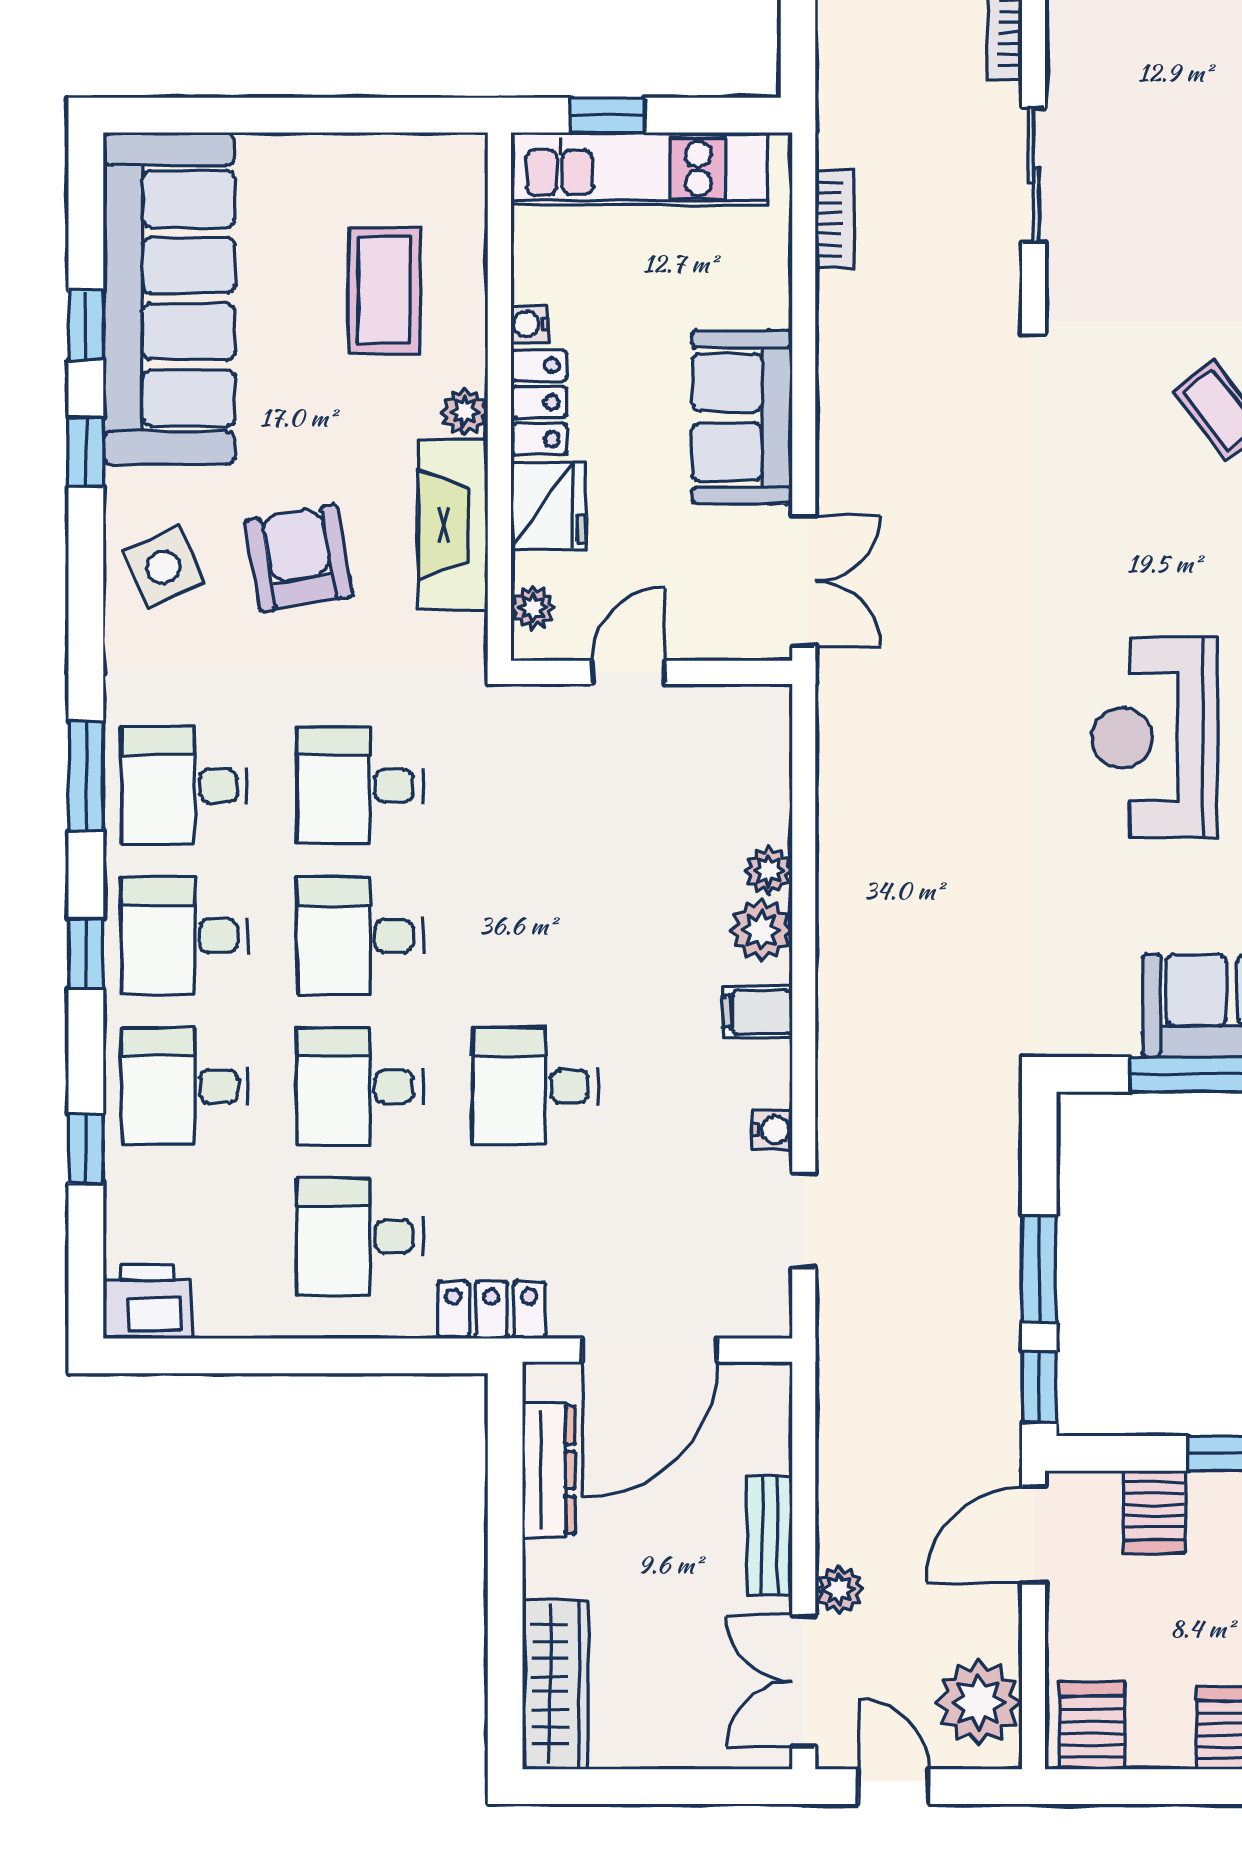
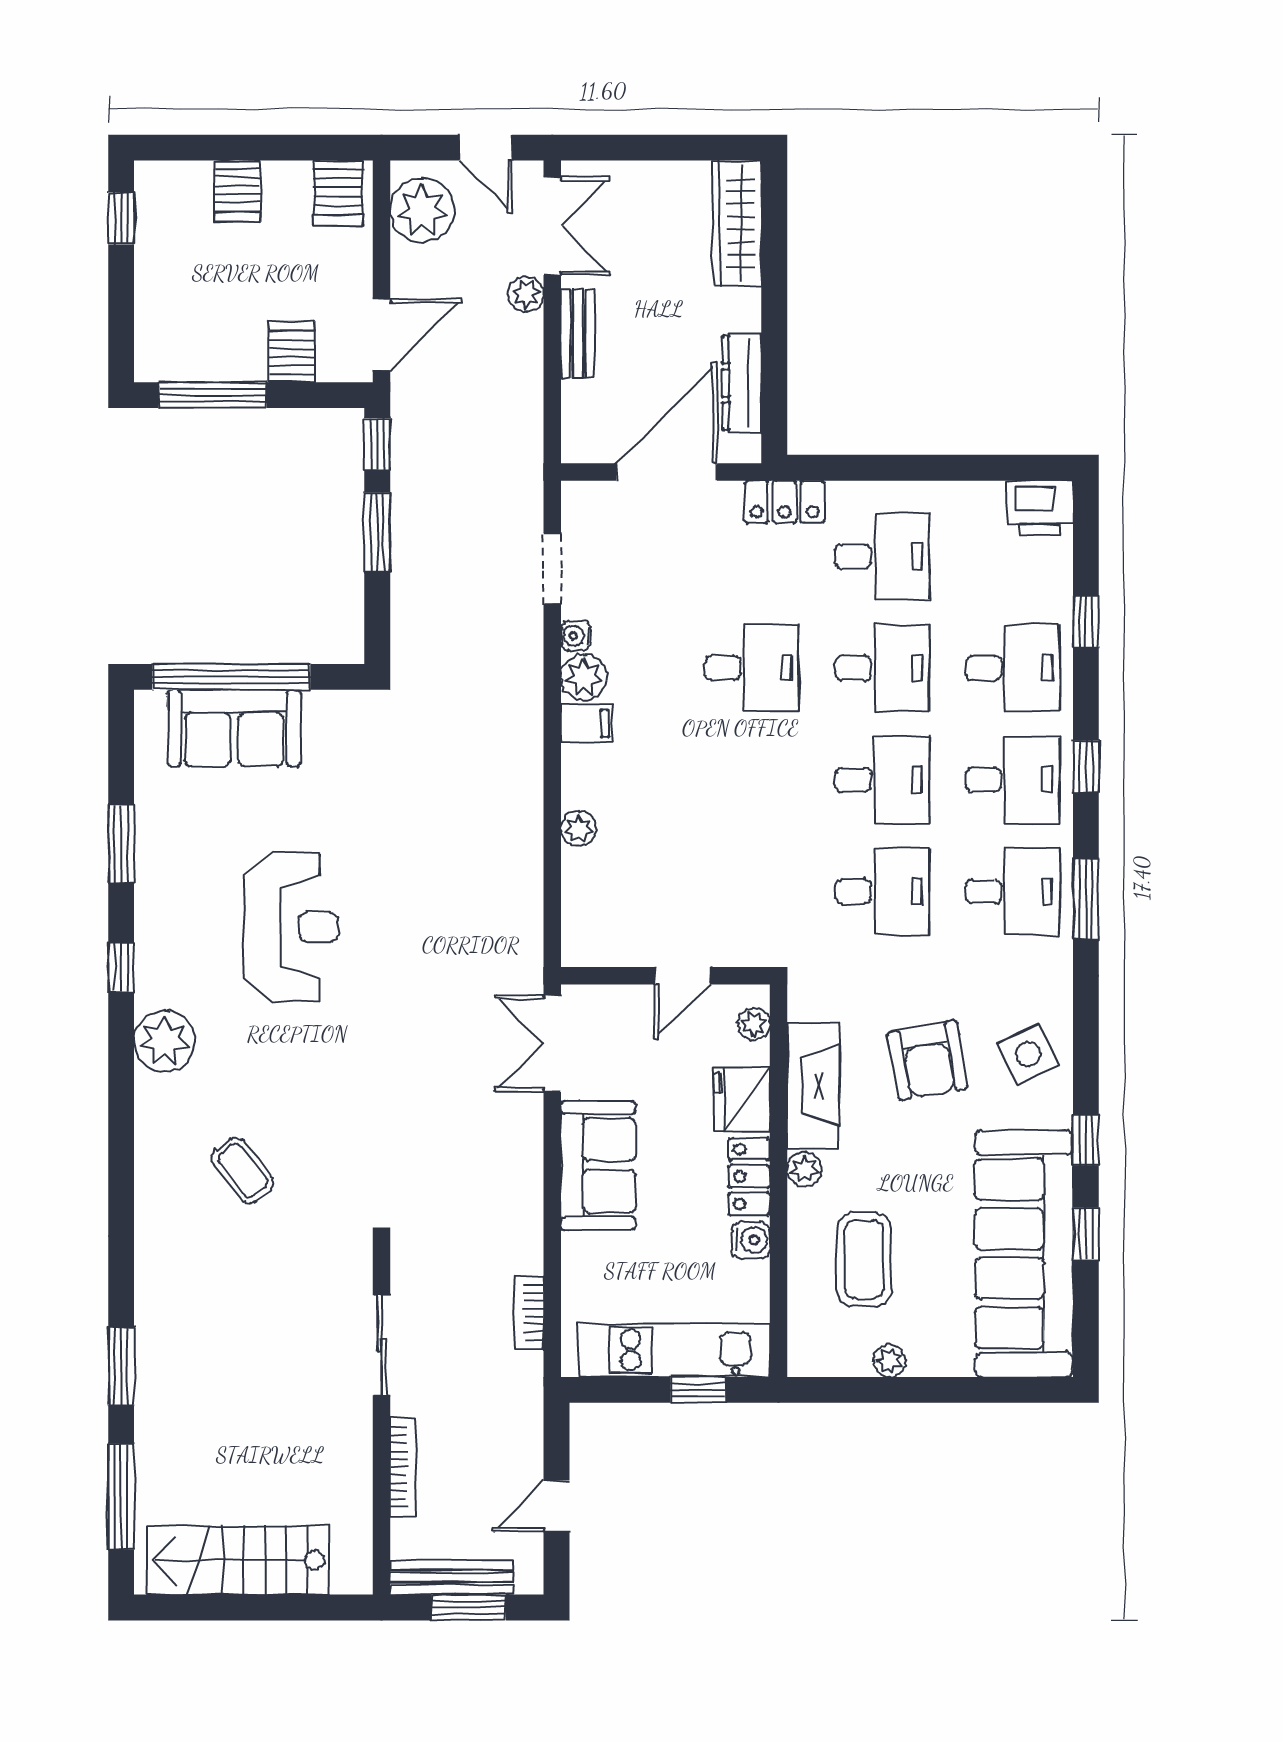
plant: (350, 154) -> (889, 1361), added
water cooler: (529, 324) -> (751, 1240), width x1.38, depth x1.38
plant: (761, 930) -> (584, 677), moved

